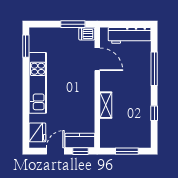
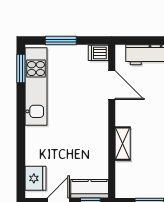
window: (73, 24) -> (61, 40), moved
kitchen unit: (38, 83) -> (36, 86), moved

